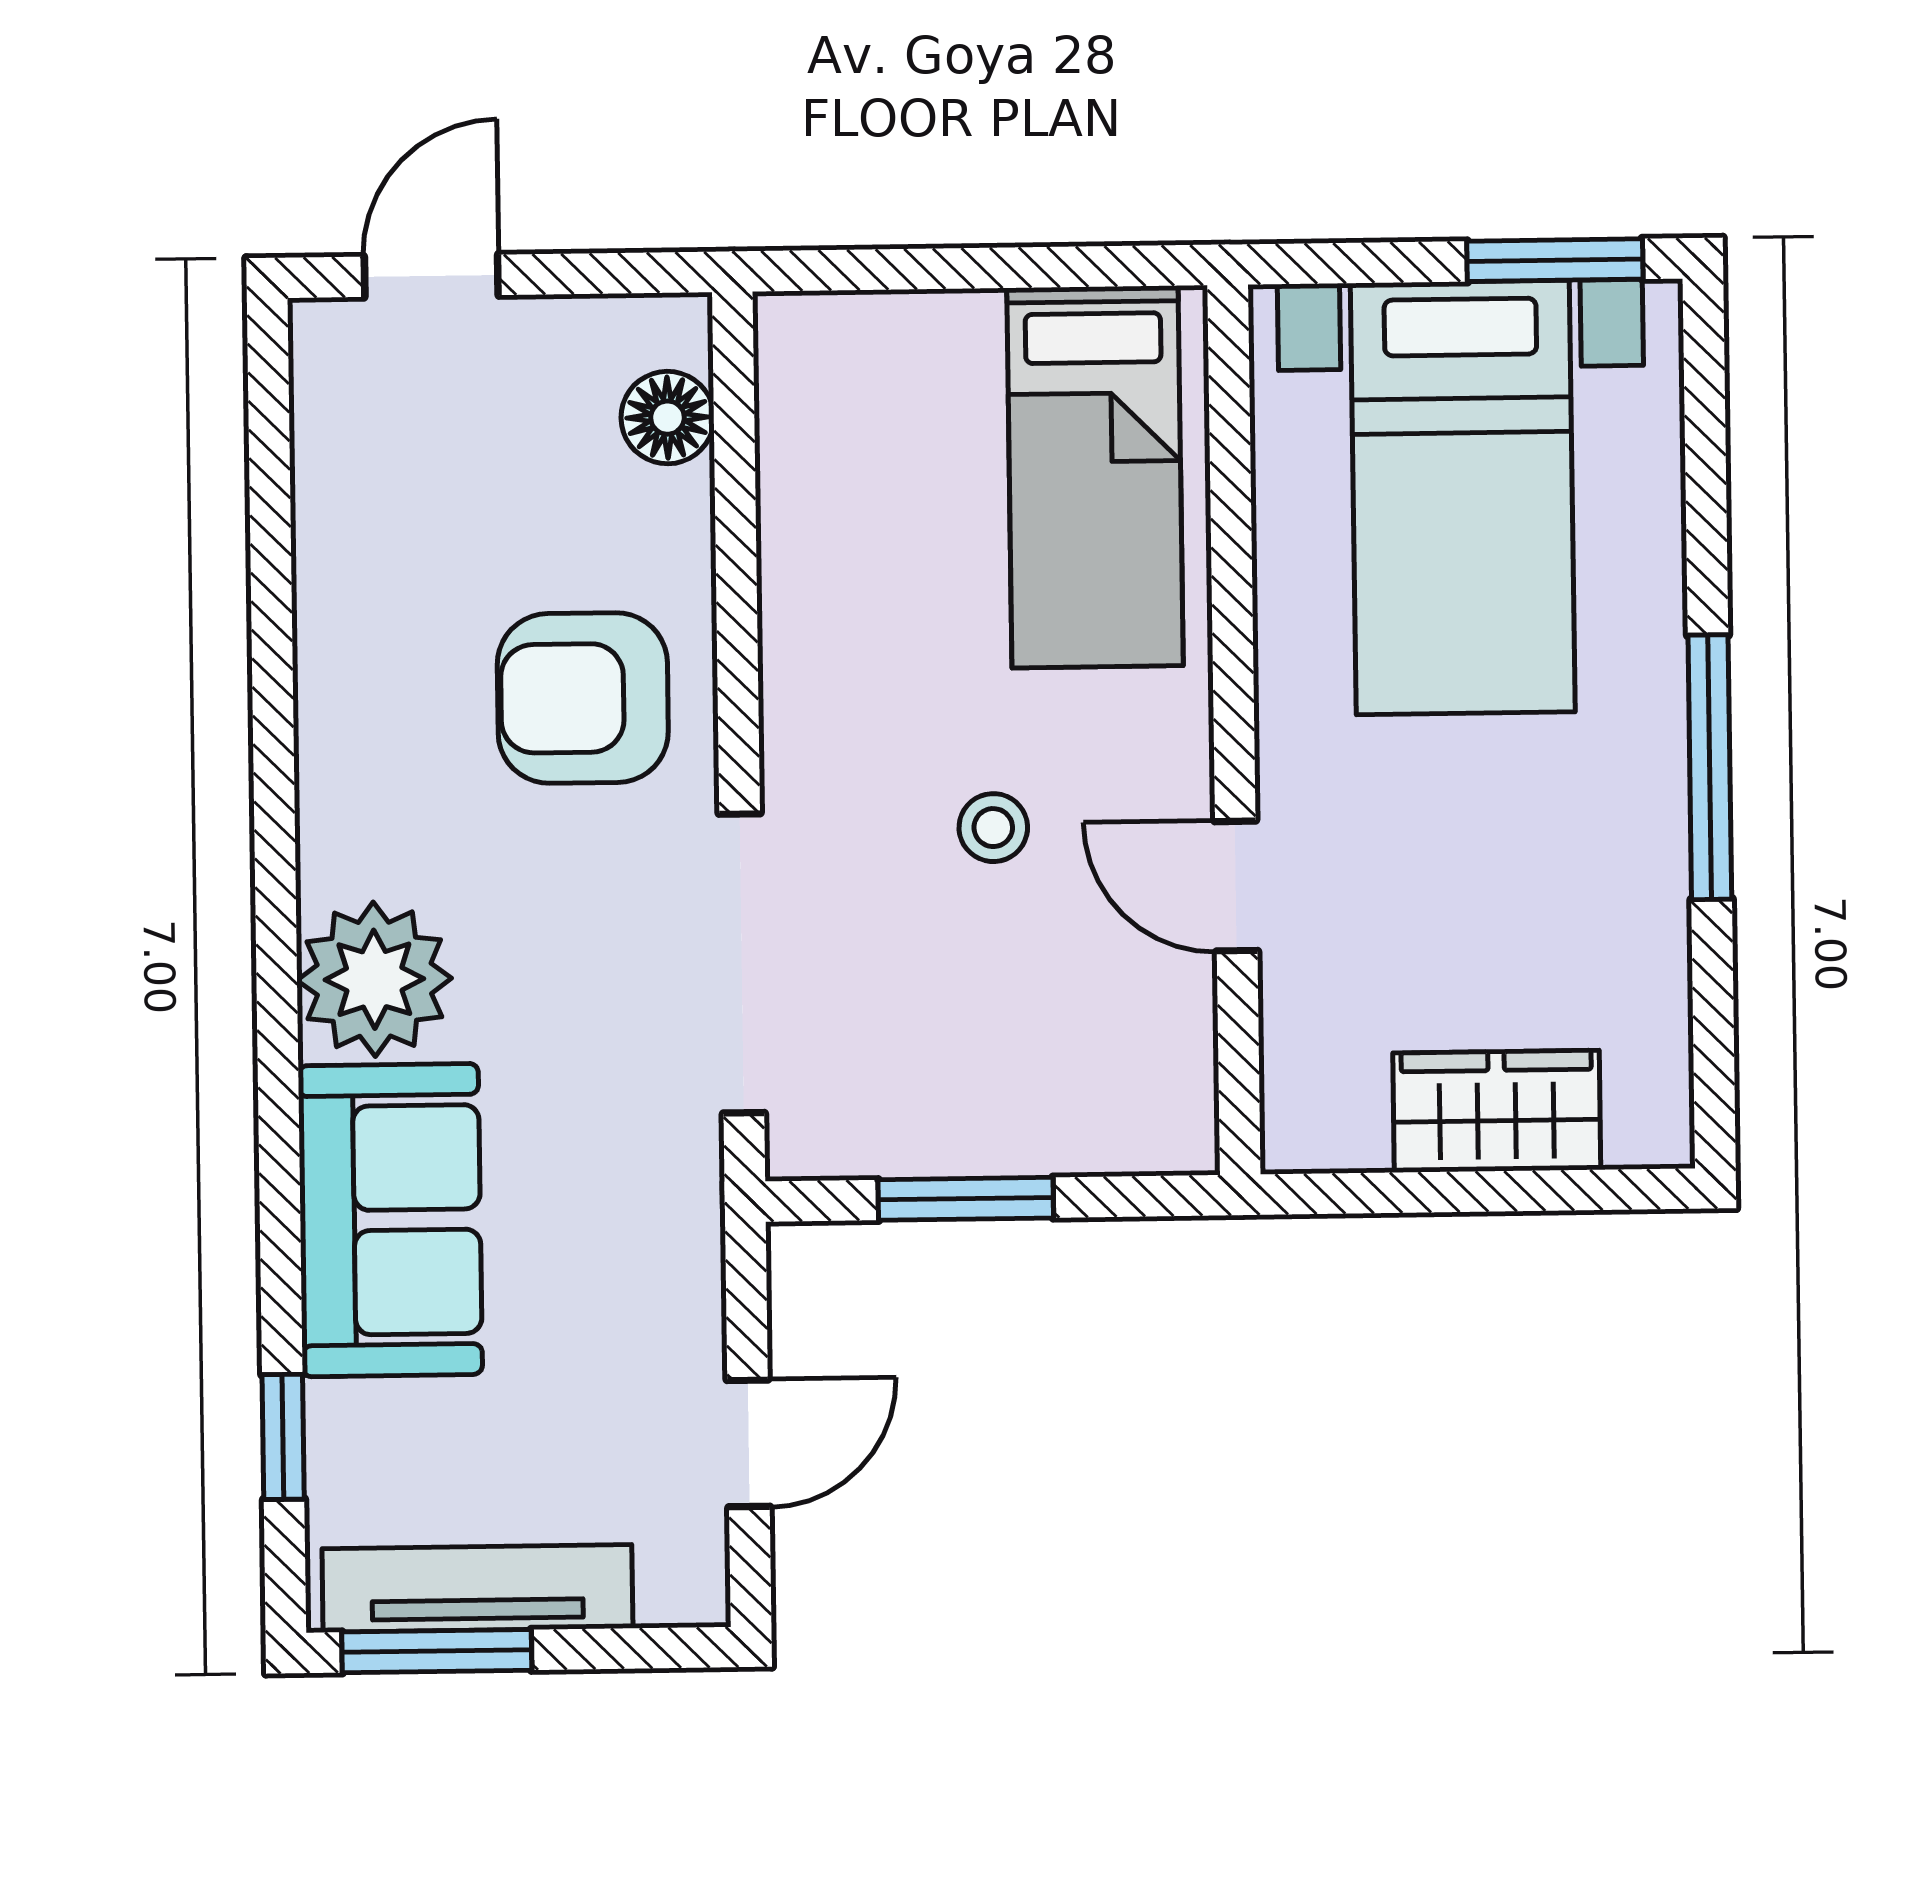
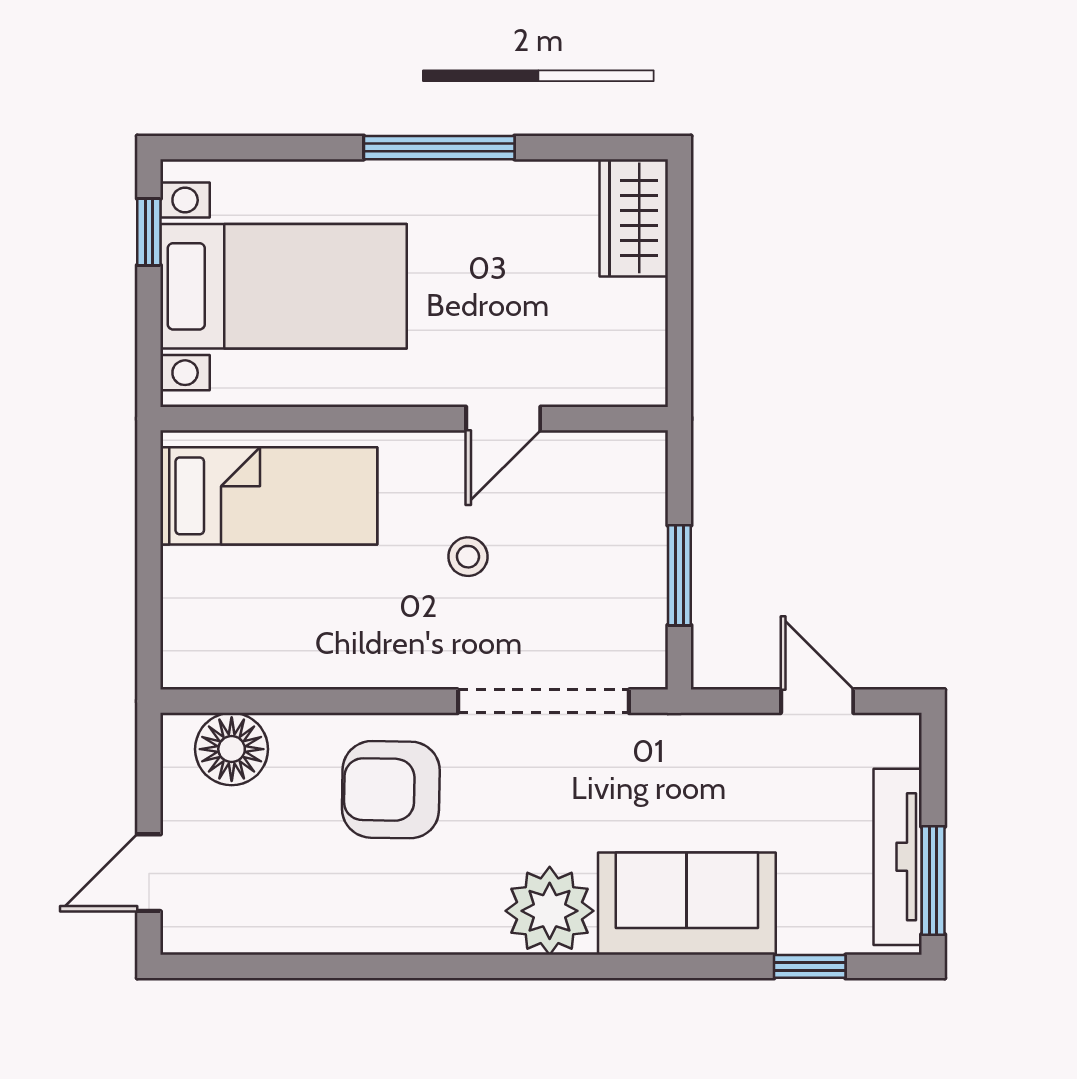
window: (1555, 260) -> (149, 232), width x0.67
door: (431, 276) -> (149, 873), hinge flipped
floor lamp: (667, 418) -> (232, 749), width x1.38, depth x1.38
armchair: (583, 698) -> (391, 790), turned 91
wardrobe: (1497, 1111) -> (634, 218), moved

